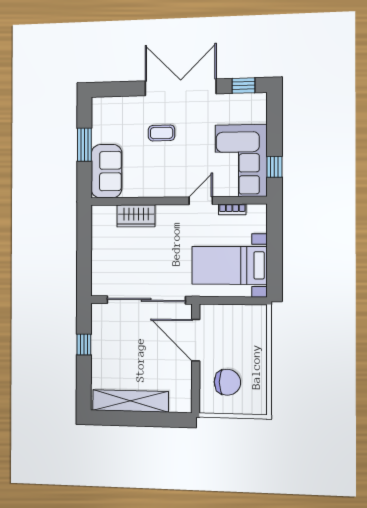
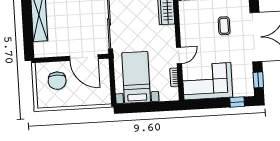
window: (274, 167) -> (237, 102), moved
door: (201, 201) -> (179, 55), hinge flipped
door: (196, 340) -> (84, 58), swing flipped

